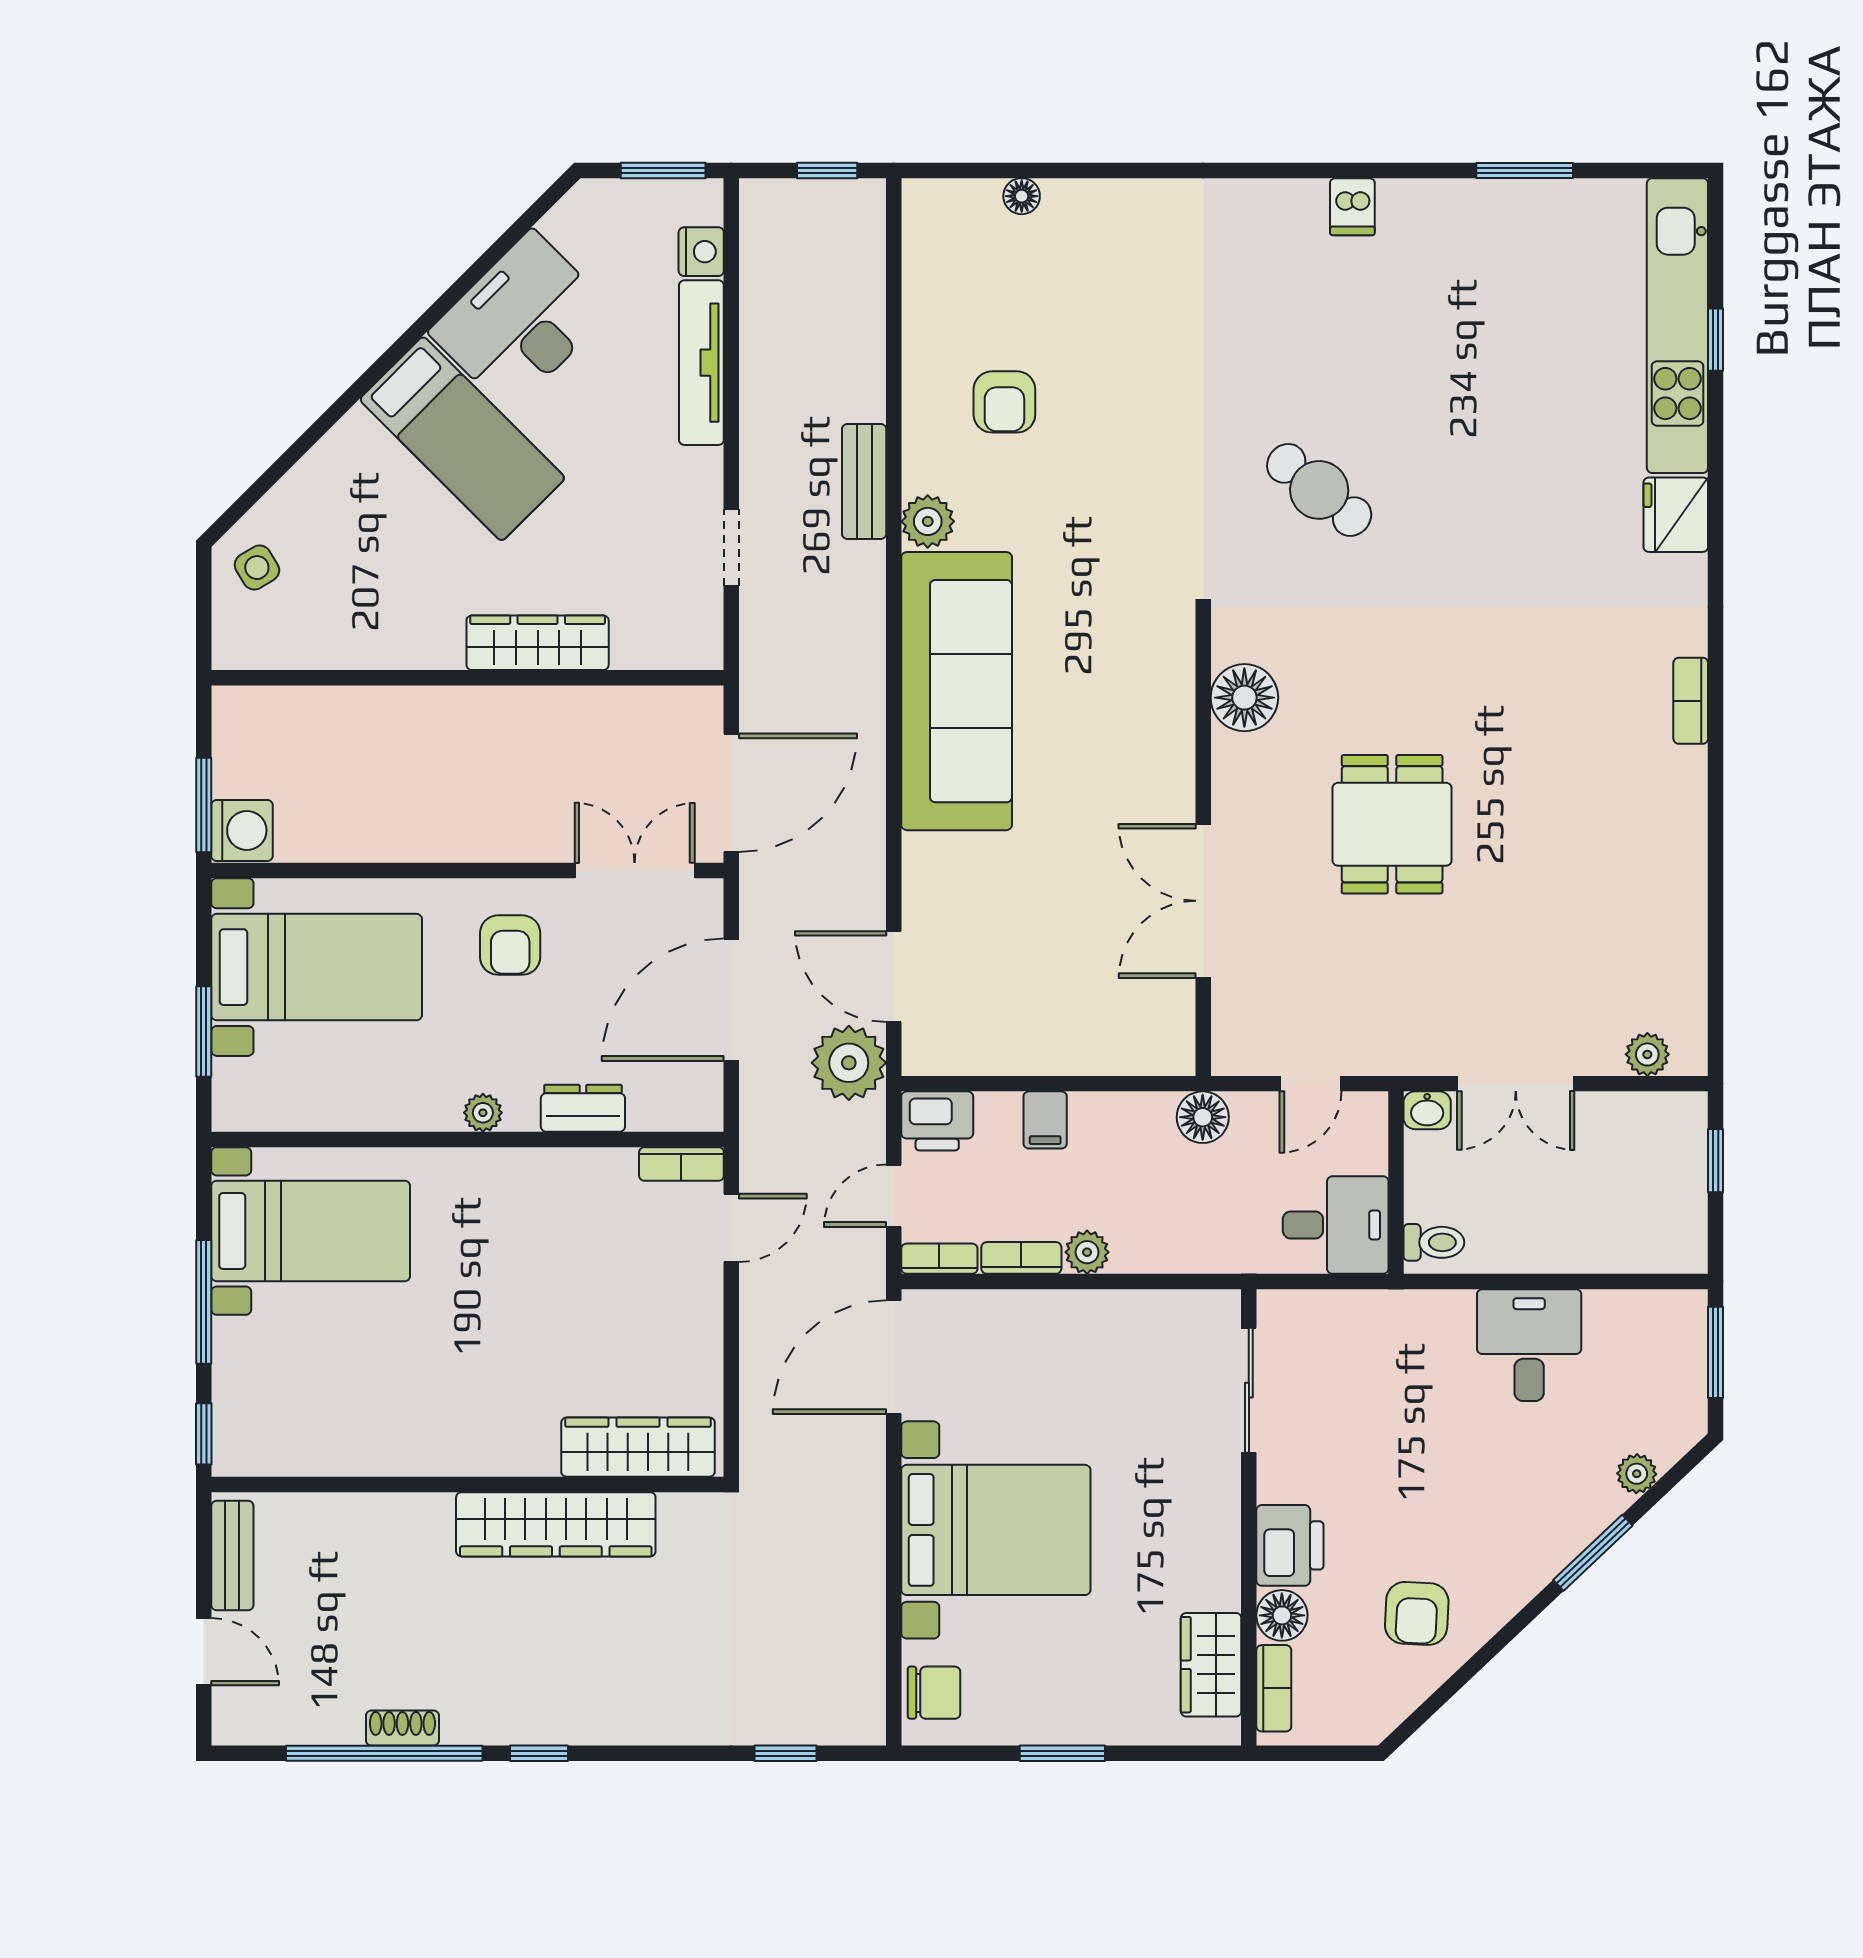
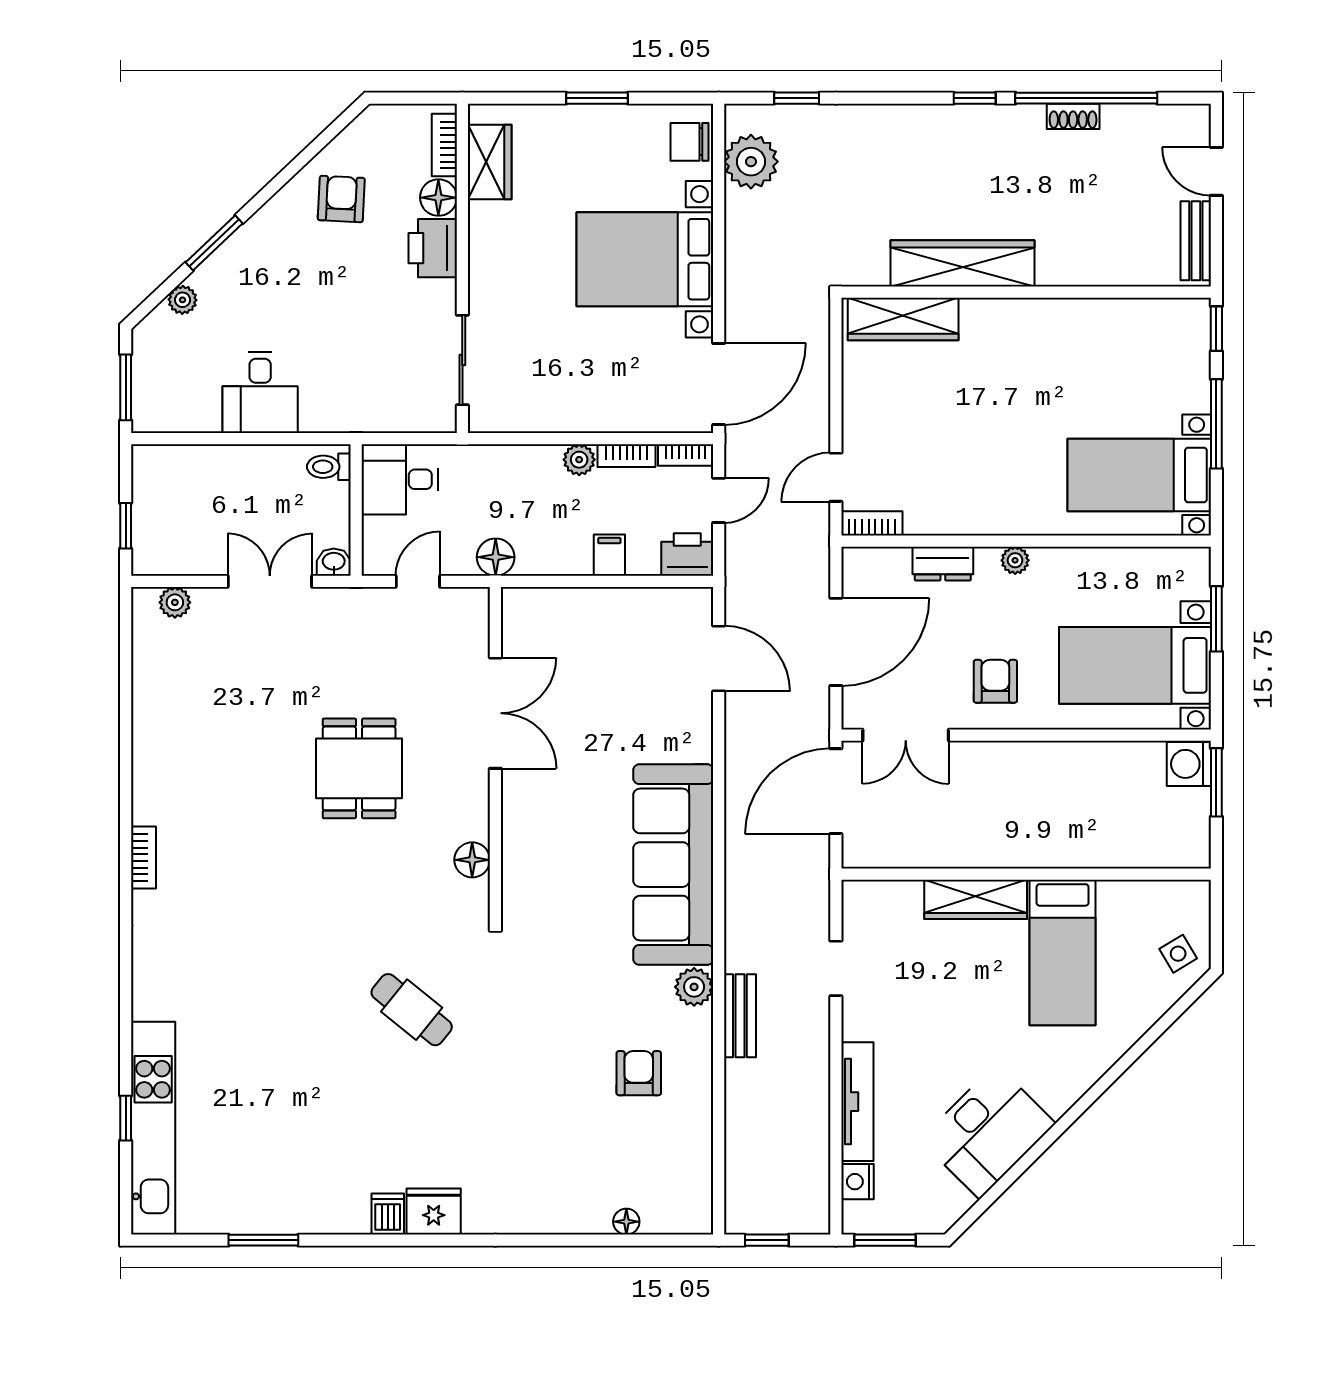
bed: (462, 439) -> (1063, 952), moved, turned -135
fridge: (1676, 515) -> (434, 1212), moved, turned -90
floor lamp: (1244, 698) -> (472, 860), width x0.73, depth x0.73
plant: (849, 1063) -> (751, 162), moved

